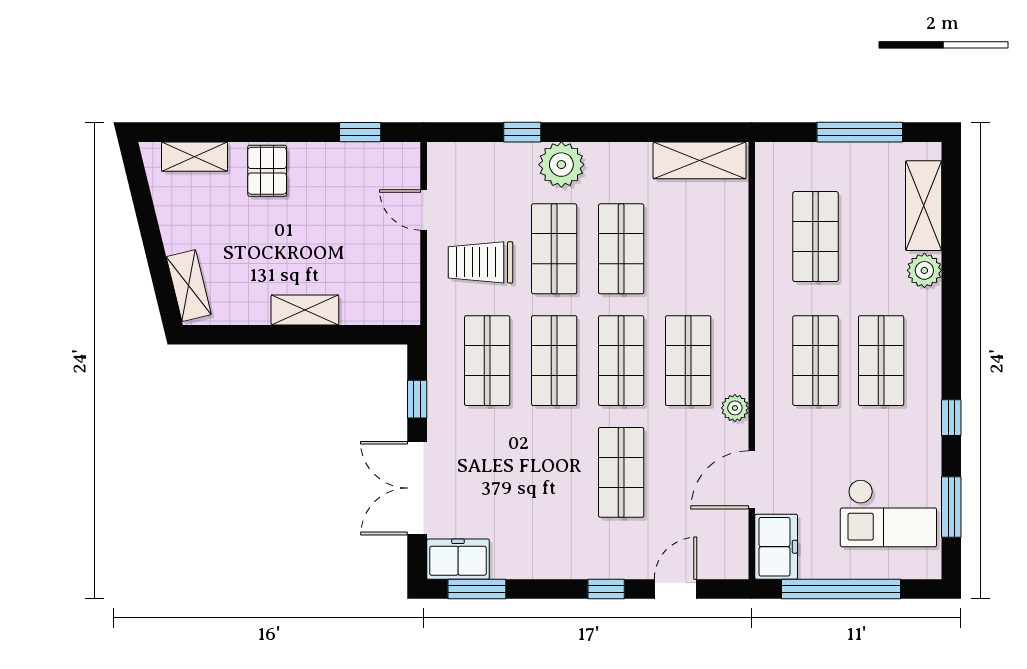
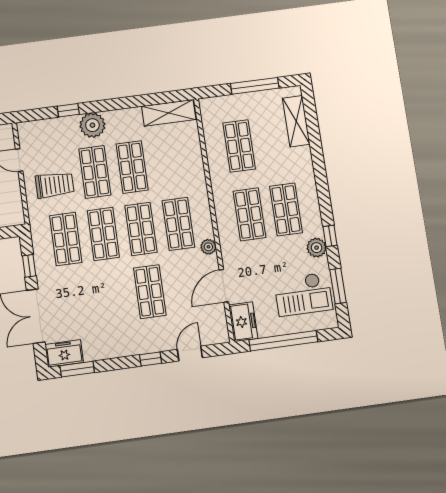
trolley: (480, 262) -> (55, 185), turned 180
plant: (924, 270) -> (317, 248), moved

